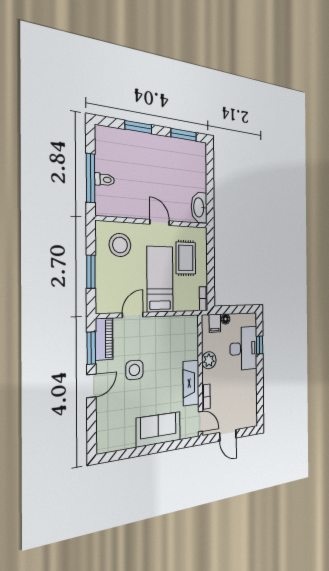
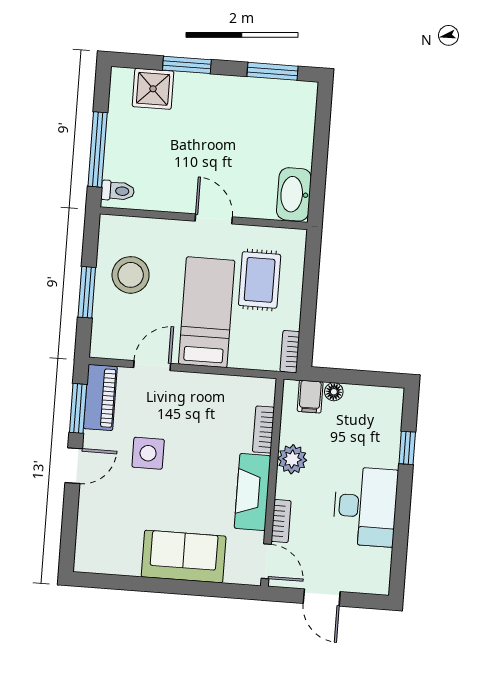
shower: (120, 141) -> (153, 89), added
toilet: (105, 180) -> (118, 191), moved
stool: (120, 245) -> (131, 275), moved
bookcase: (194, 346) -> (263, 430), added
desk: (244, 348) -> (365, 507), moved

